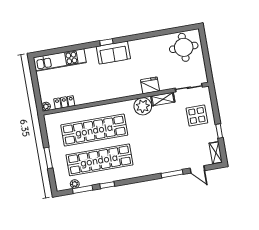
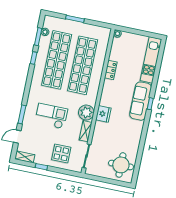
sofa: (113, 53) -> (141, 101), width x1.36
fridge: (150, 85) -> (103, 114), moved
locker: (64, 102) -> (111, 70), moved
checkout: (161, 142) -> (51, 116), added

